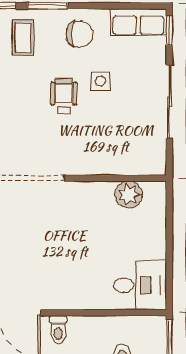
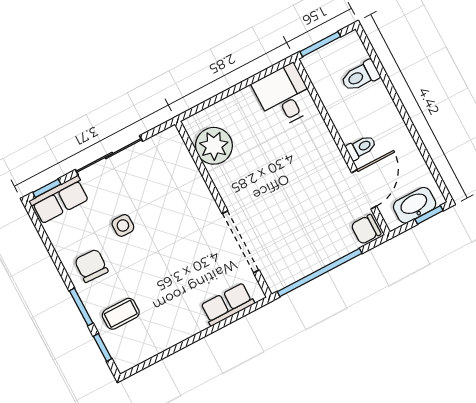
row of seats: (138, 22) -> (59, 200), moved, turned 90
wheelchair: (64, 96) -> (153, 251), removed
plant: (129, 194) -> (214, 146), width x1.36, depth x1.36

